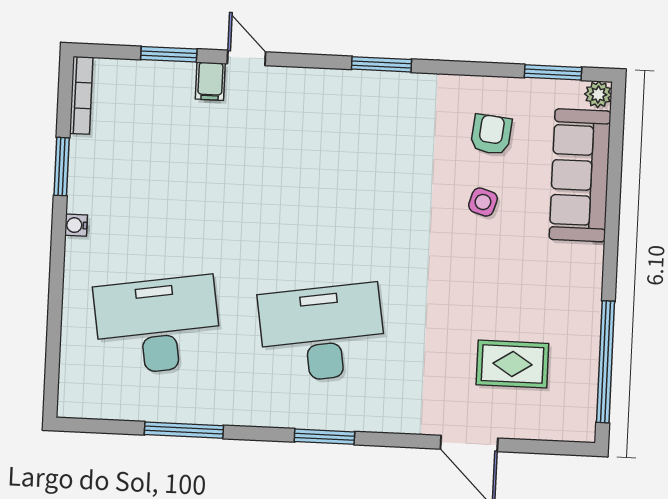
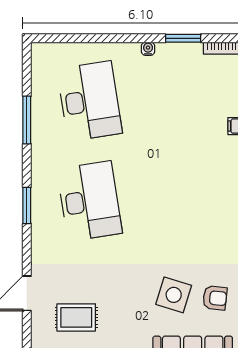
side table: (483, 202) -> (174, 295), width x1.87, depth x1.87
rug: (512, 364) -> (76, 317), turned 90

